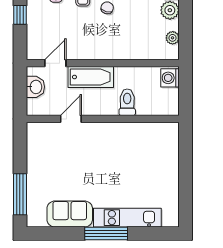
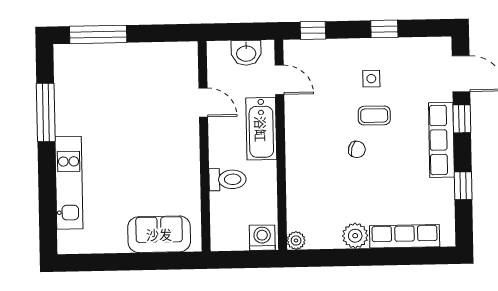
window: (20, 15) -> (313, 30), moved
plant: (173, 38) -> (296, 240), moved
sofa: (70, 214) -> (159, 234), moved, turned -90
window: (106, 233) -> (46, 112), moved

